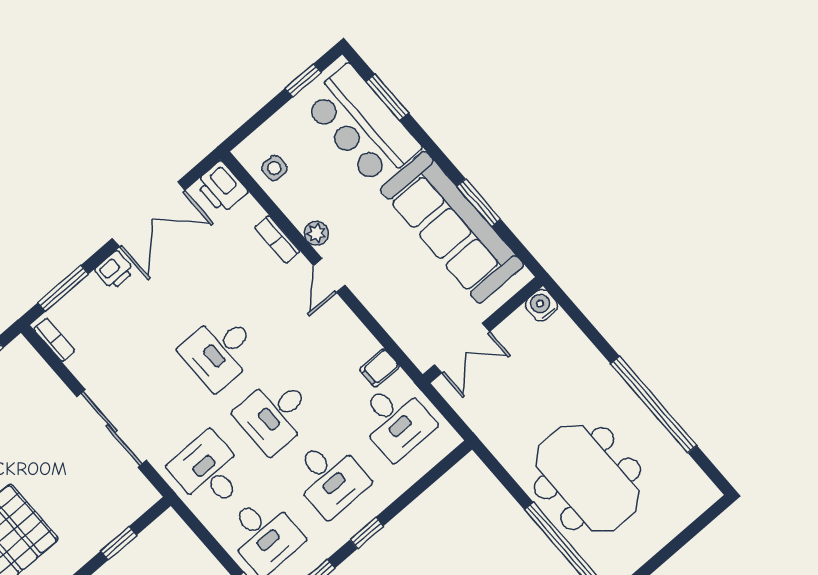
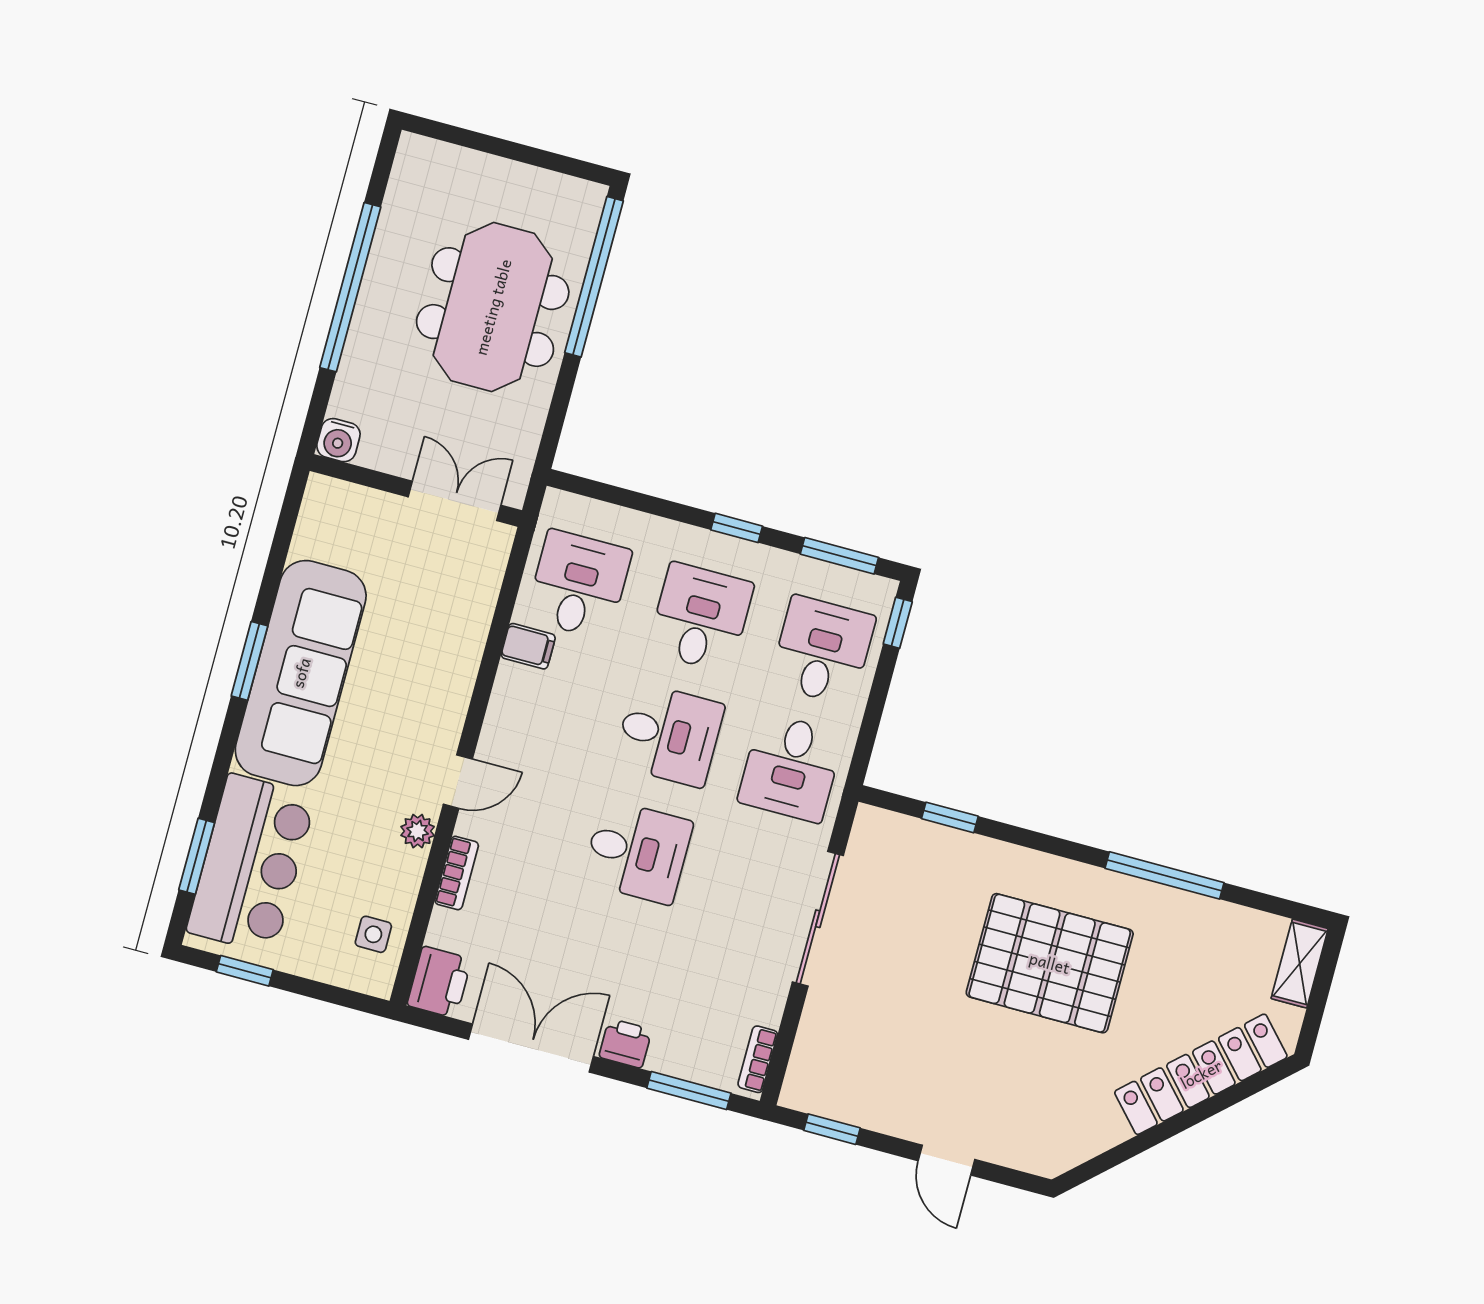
water cooler: (541, 305) -> (338, 440), moved
wall: (483, 330) -> (416, 490), moved
double door: (462, 348) -> (454, 501), moved

